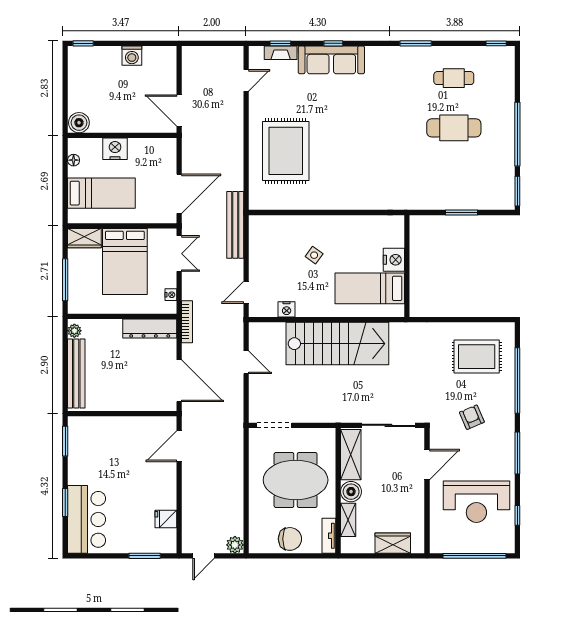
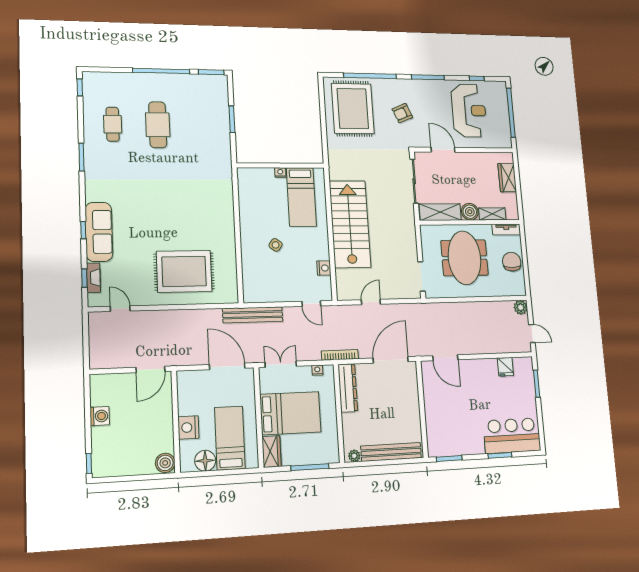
floor lamp: (74, 160) -> (205, 461), width x1.89, depth x1.89
nightstand: (394, 260) -> (280, 173), width x0.53, depth x0.56
rug: (477, 357) -> (353, 109), width x1.37, depth x1.44

